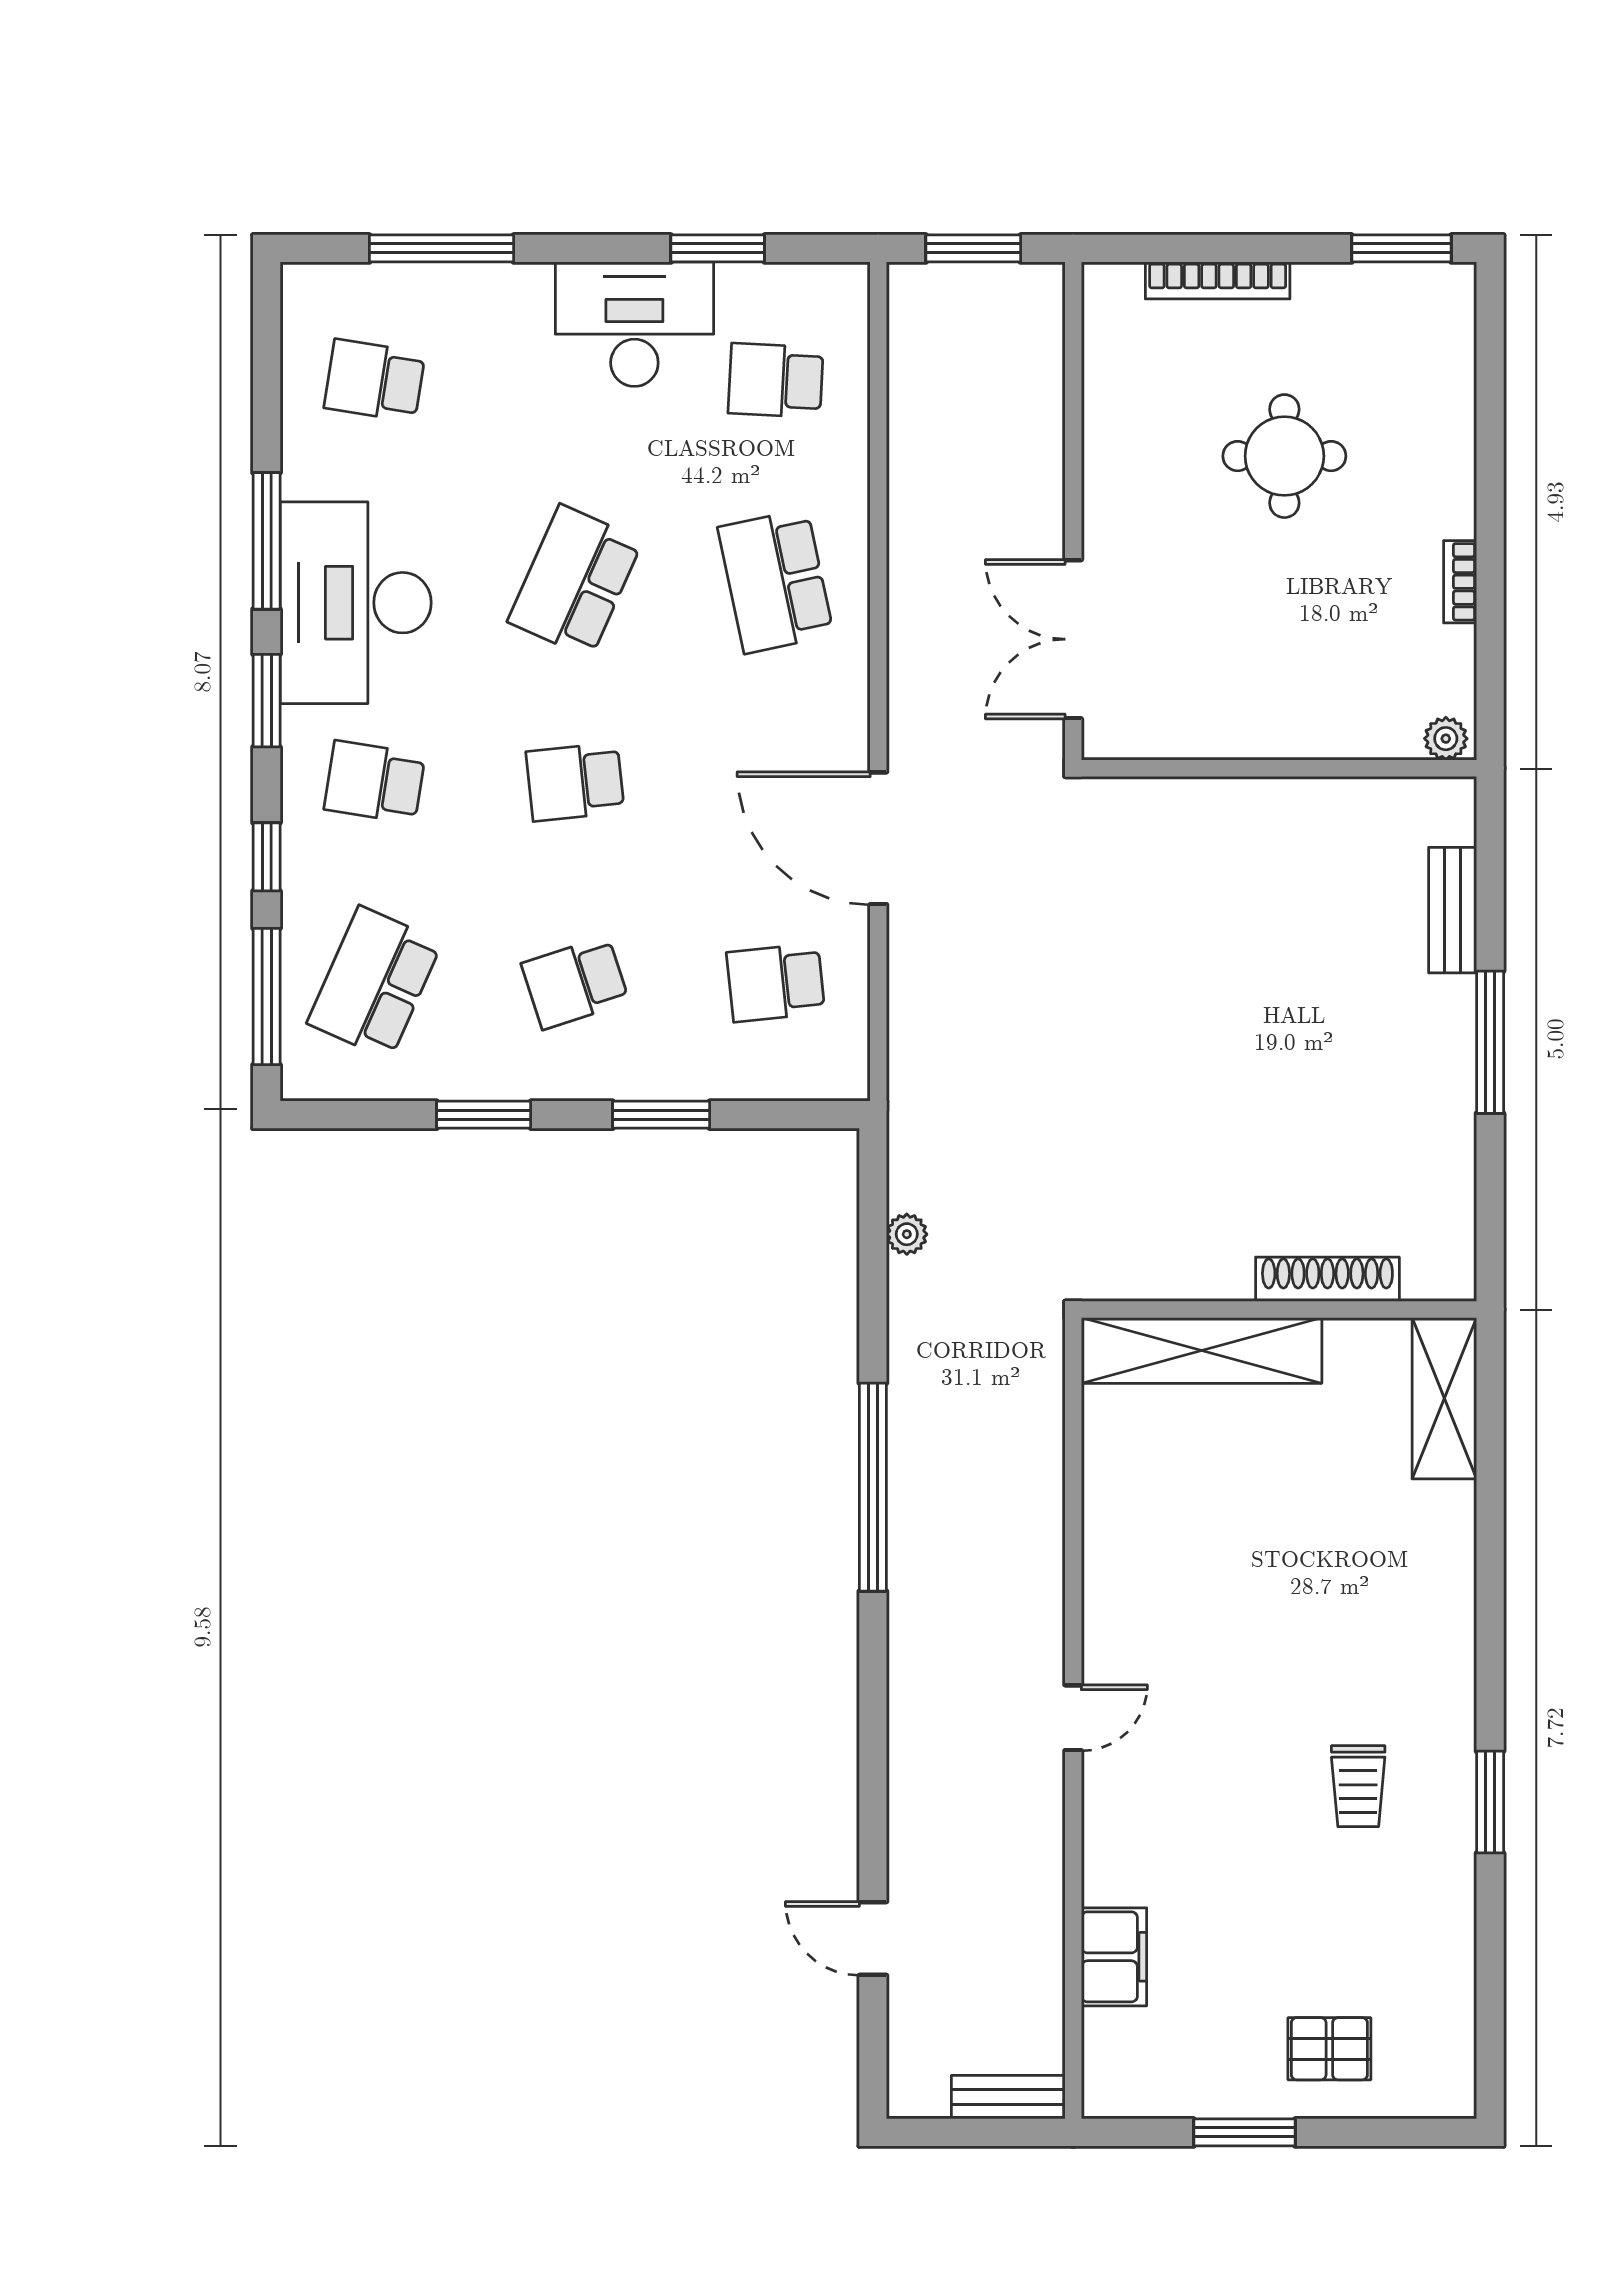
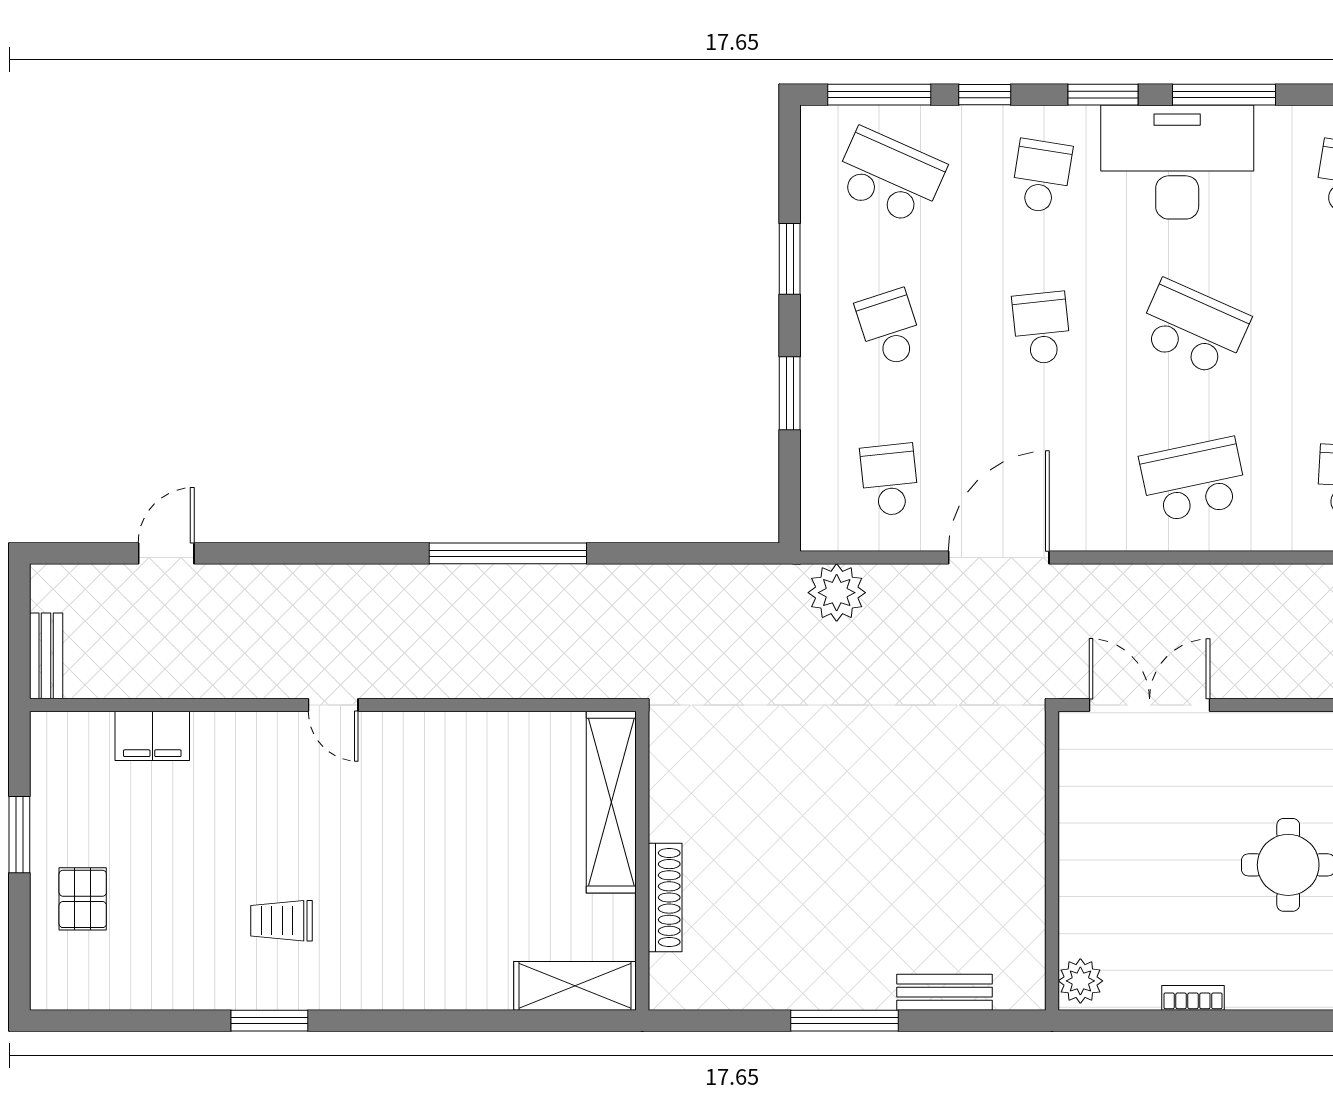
plant: (1446, 739) -> (1080, 981), width x1.38, depth x1.38
plant: (907, 1234) -> (837, 593), moved, width x1.88, depth x1.88

